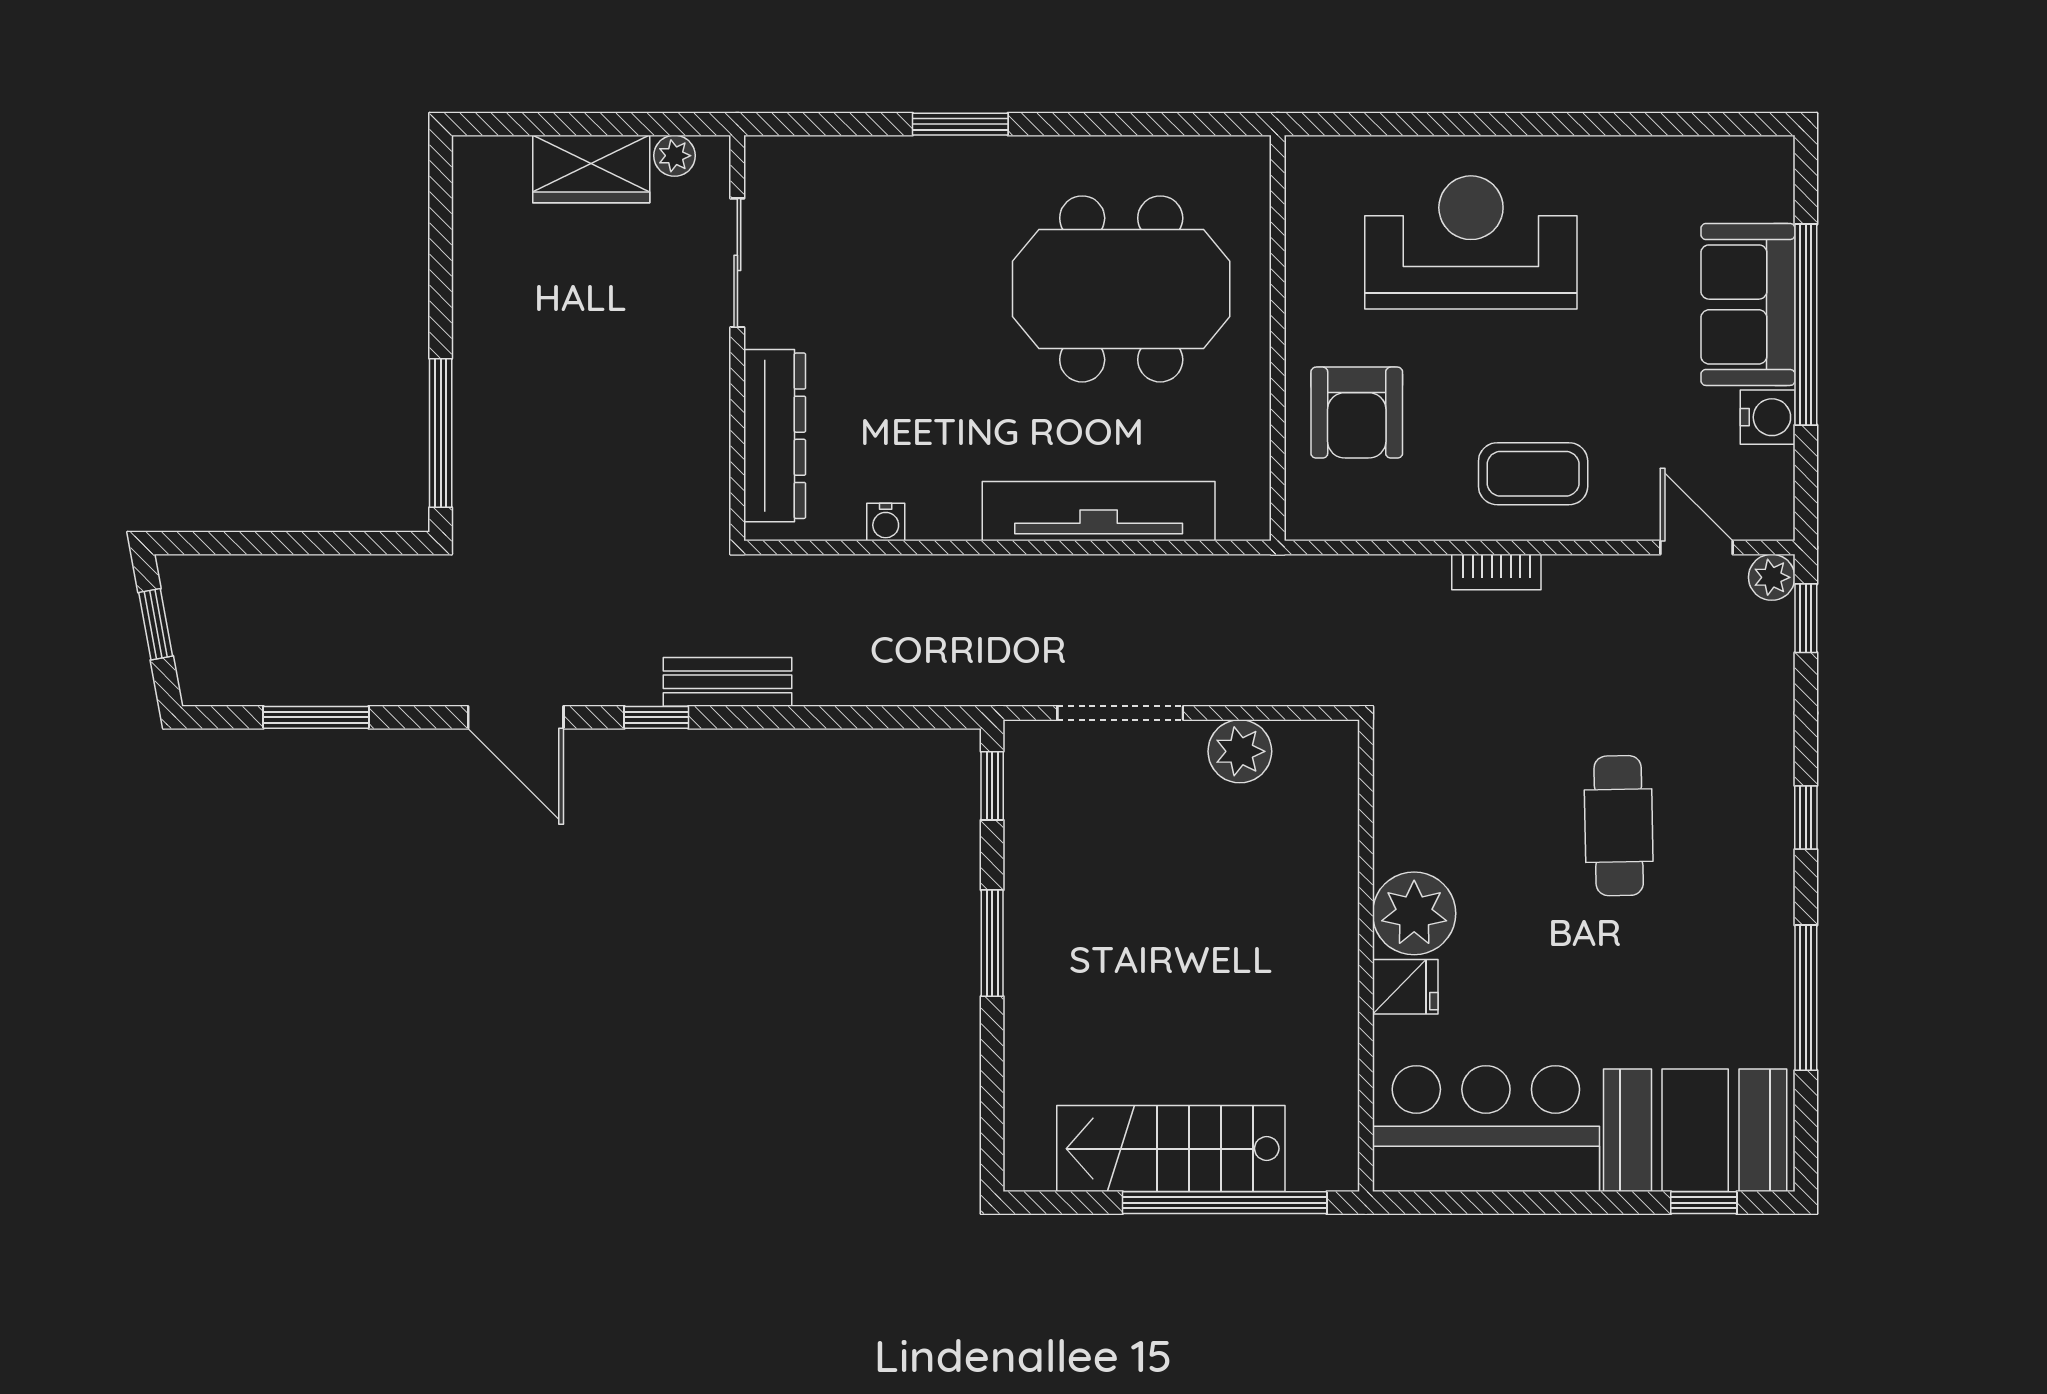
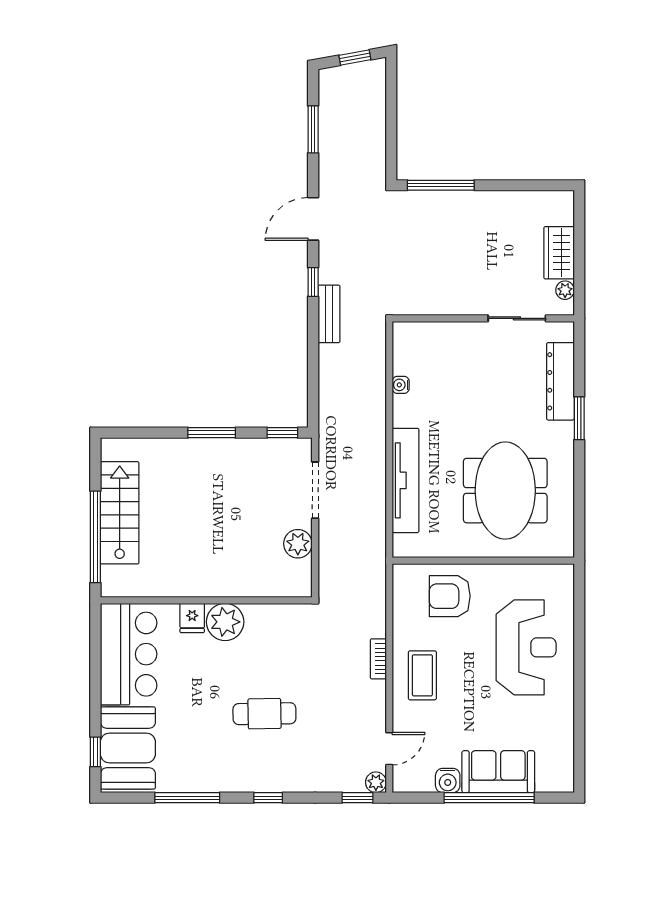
dresser: (775, 436) -> (560, 381), moved, turned 90

